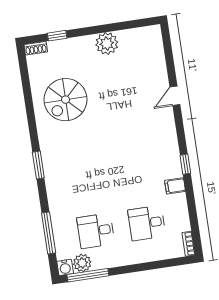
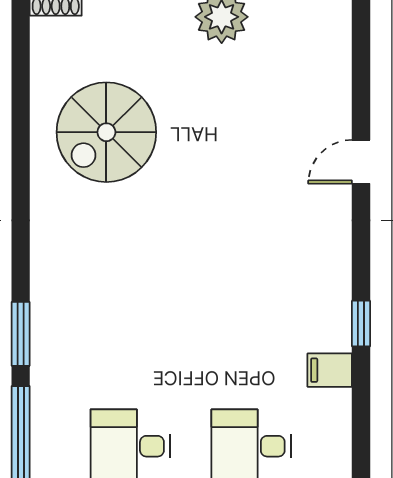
window: (38, 165) -> (21, 334), moved

